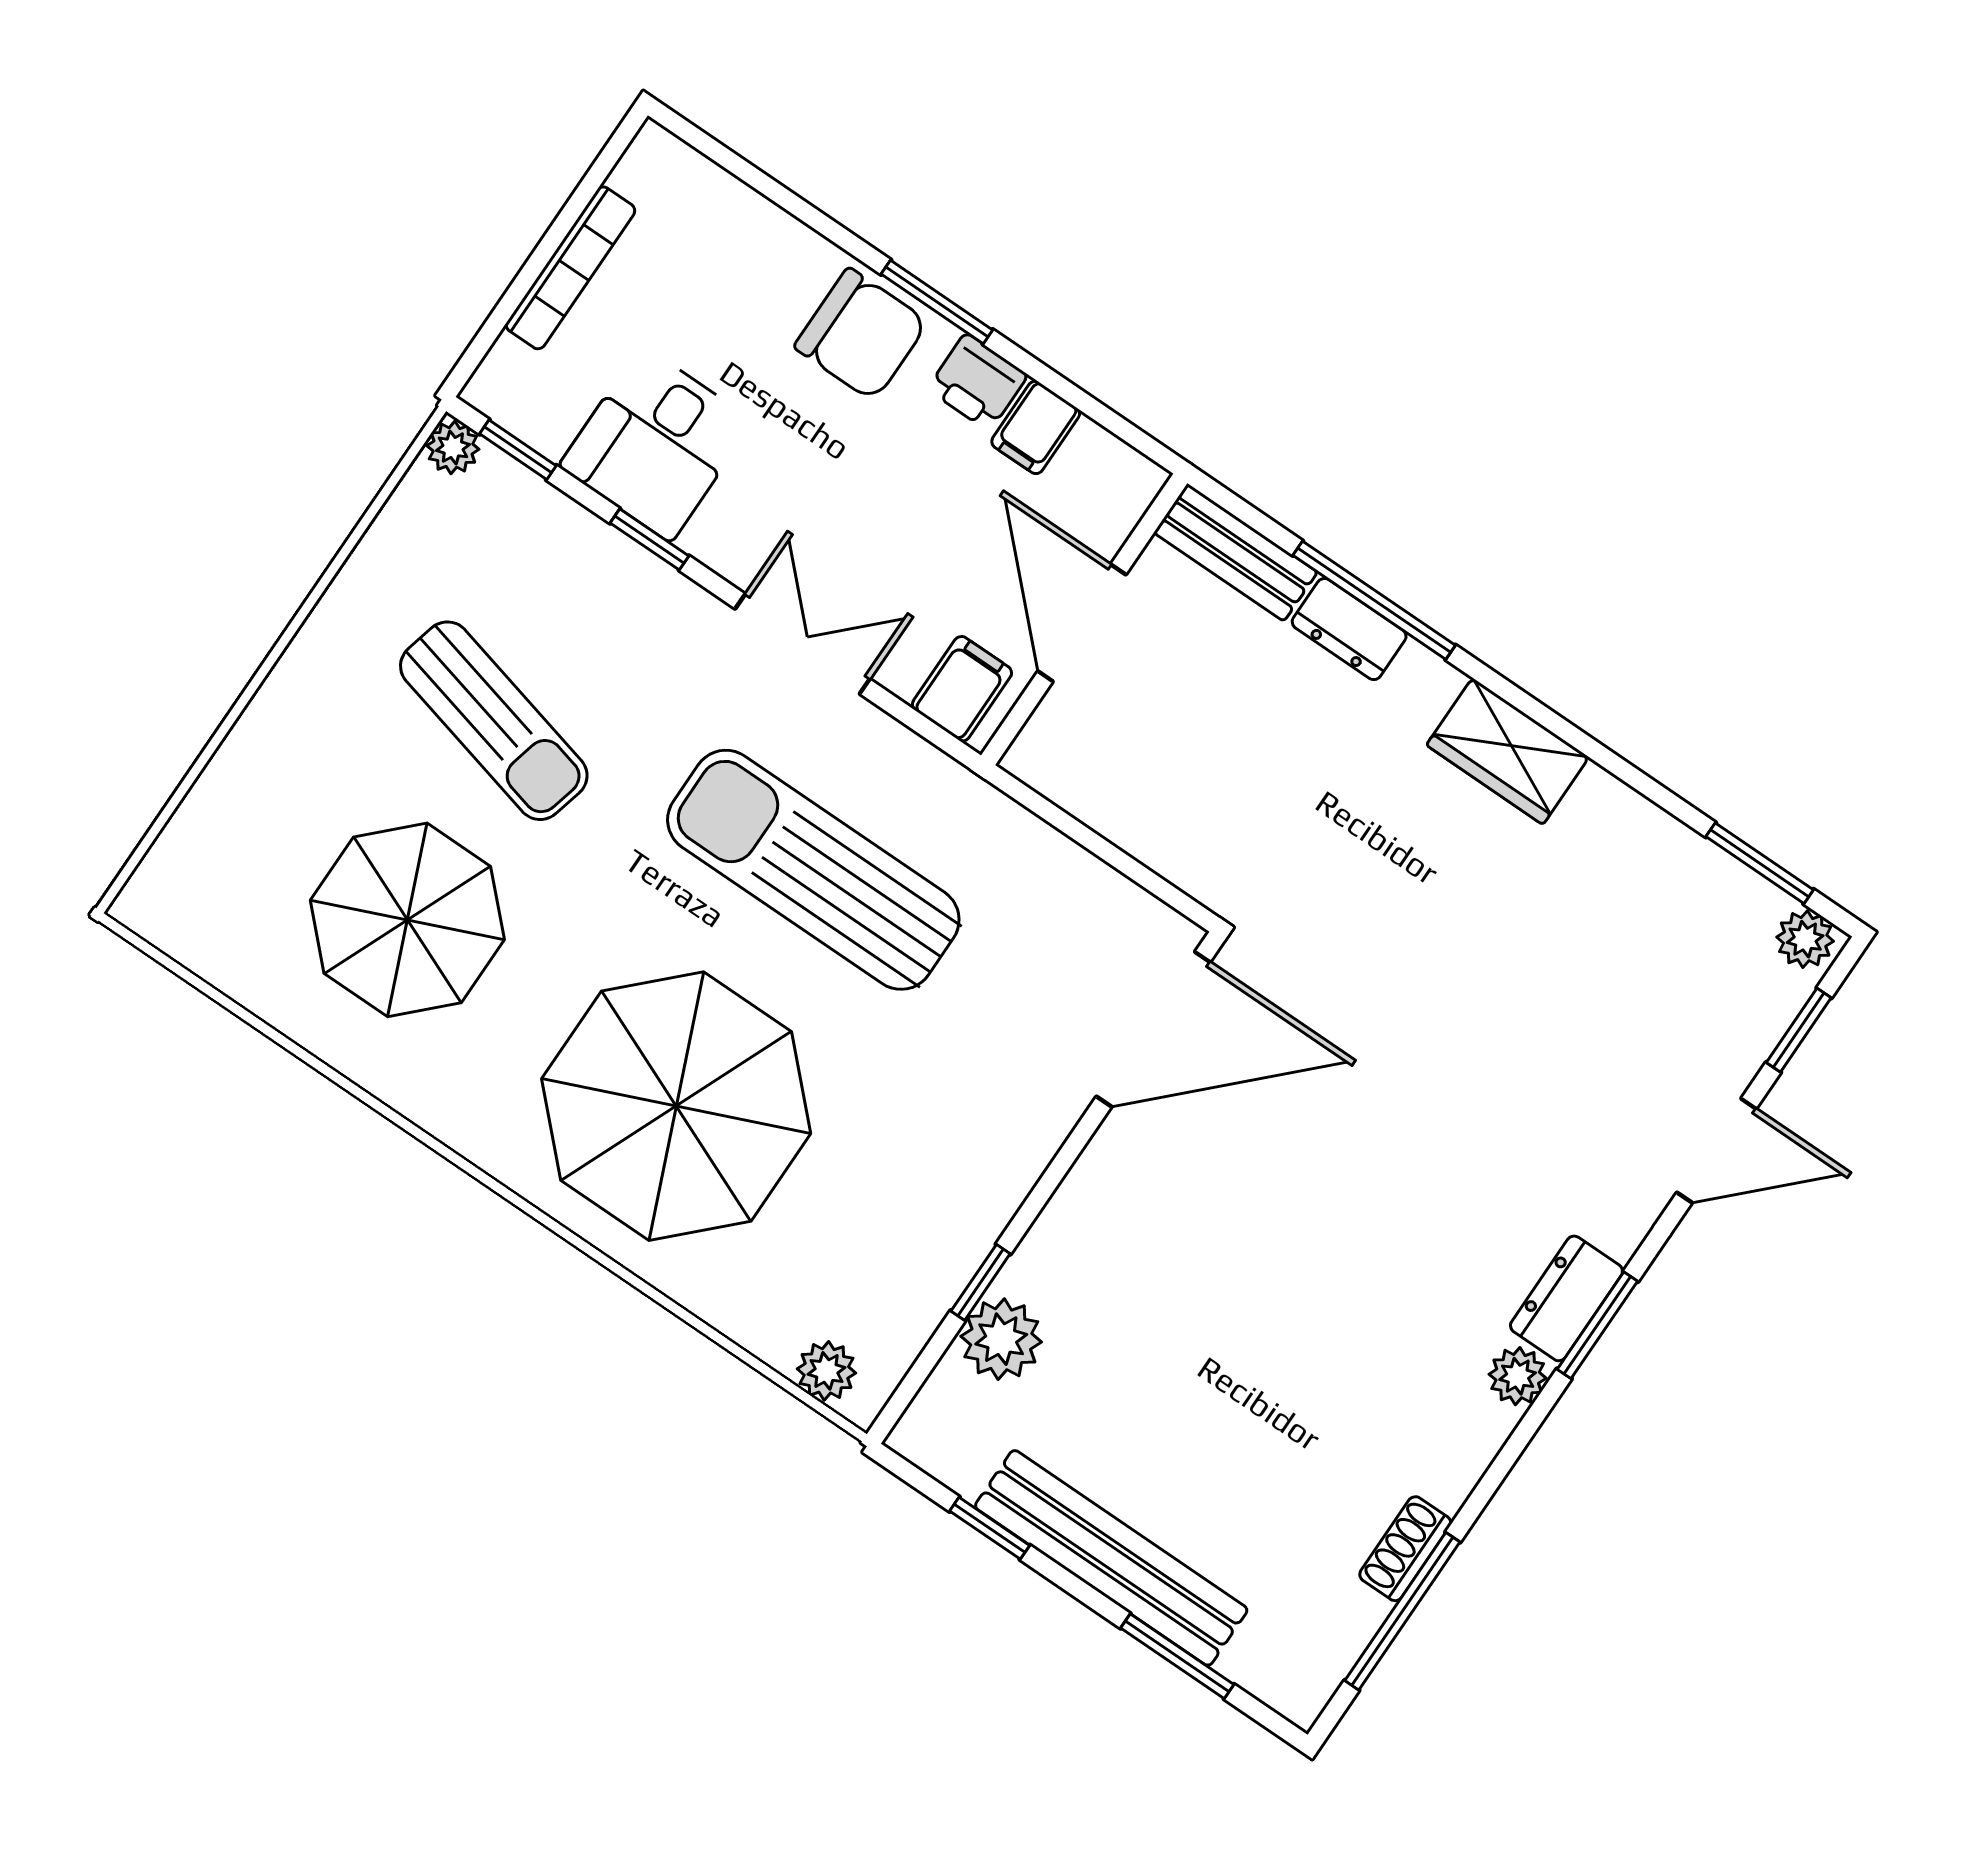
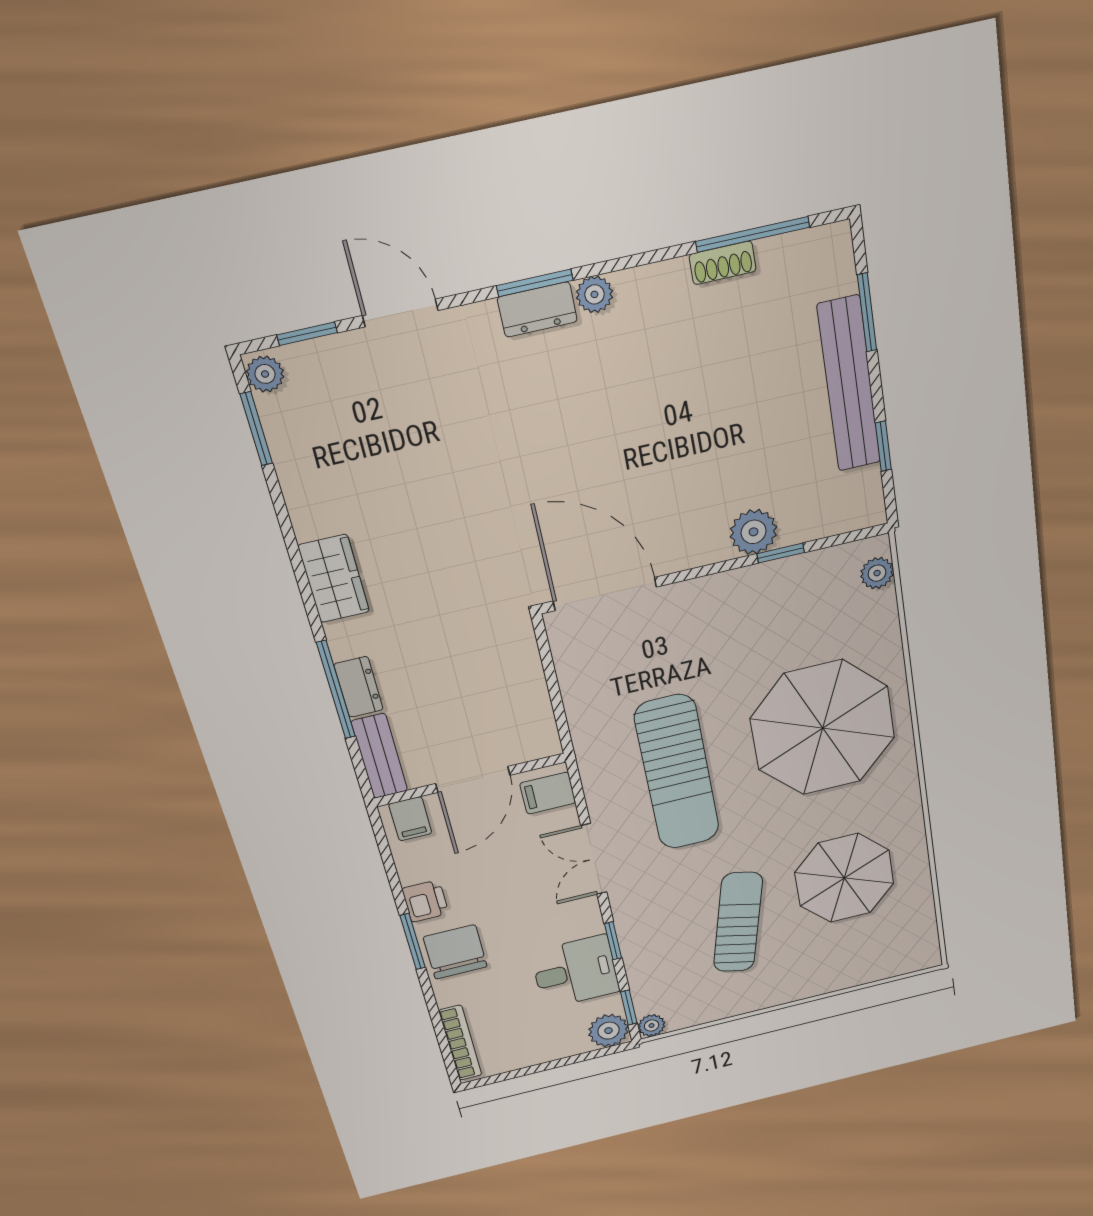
bookcase: (570, 268) -> (460, 1043), moved, turned 90
plant: (510, 386) -> (608, 1031), added
filing cabinet: (1036, 427) -> (410, 819), moved, turned 90
plant: (1001, 1339) -> (754, 532), moved

